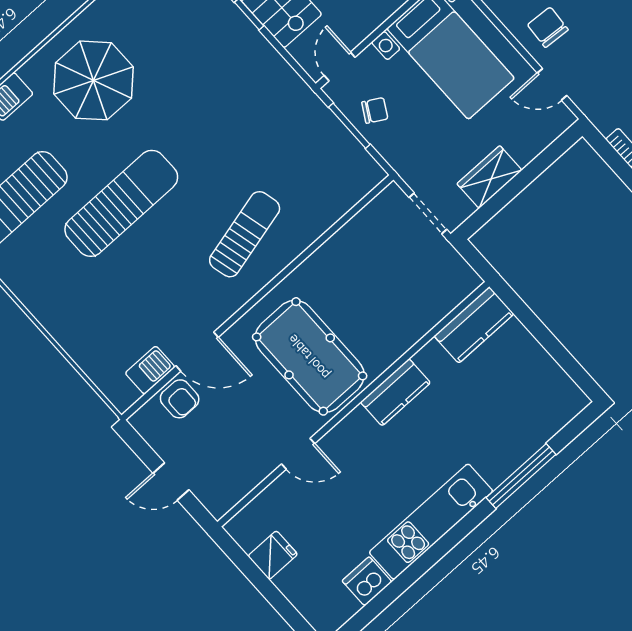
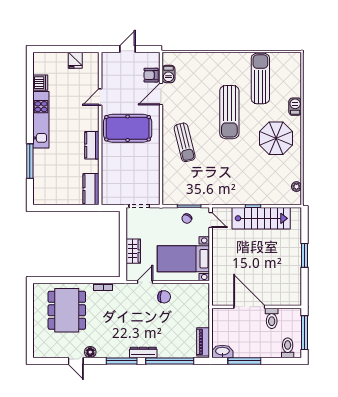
wardrobe: (489, 177) -> (133, 251), moved

